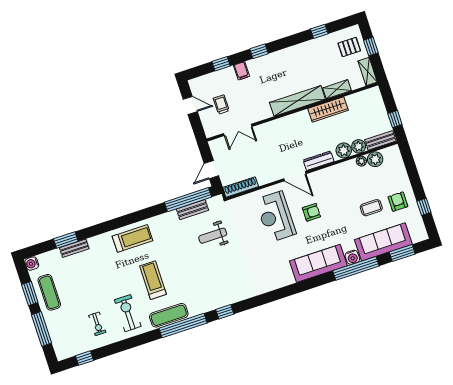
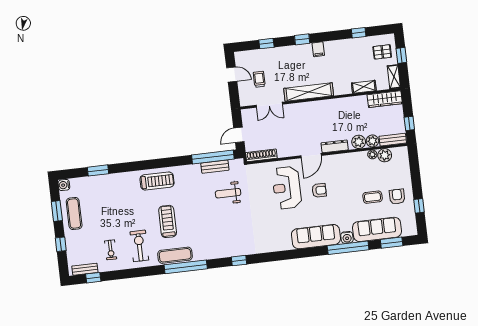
filing cabinet: (241, 71) -> (318, 49), moved
shelving: (297, 101) -> (309, 92), moved
wardrobe: (328, 109) -> (385, 99), moved
door: (295, 176) -> (311, 156), hinge flipped
bench: (74, 248) -> (85, 269), moved
window: (225, 312) -> (239, 261), moved
window: (42, 329) -> (61, 244), width x0.46

